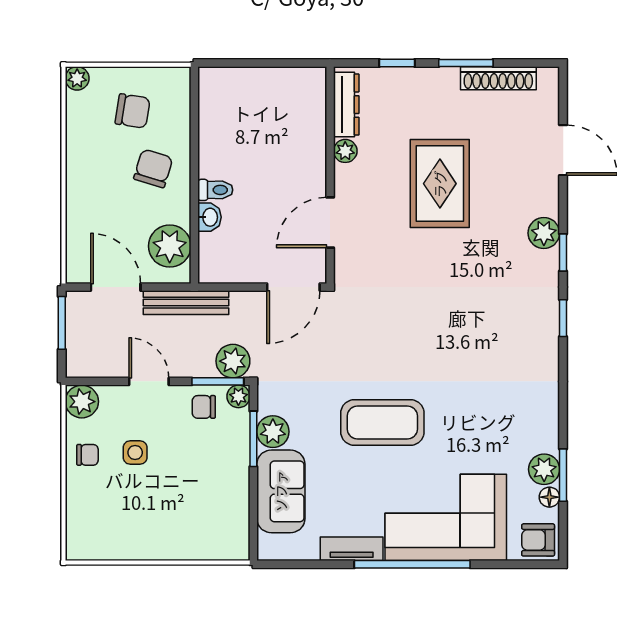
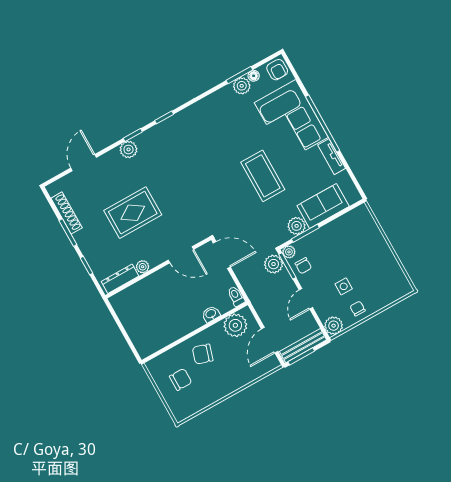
plant: (77, 78) -> (180, 415), removed
chair: (133, 111) -> (181, 379), turned 81
toilet: (215, 190) -> (236, 296), moved
bench: (186, 303) -> (303, 346), moved, turned 90

